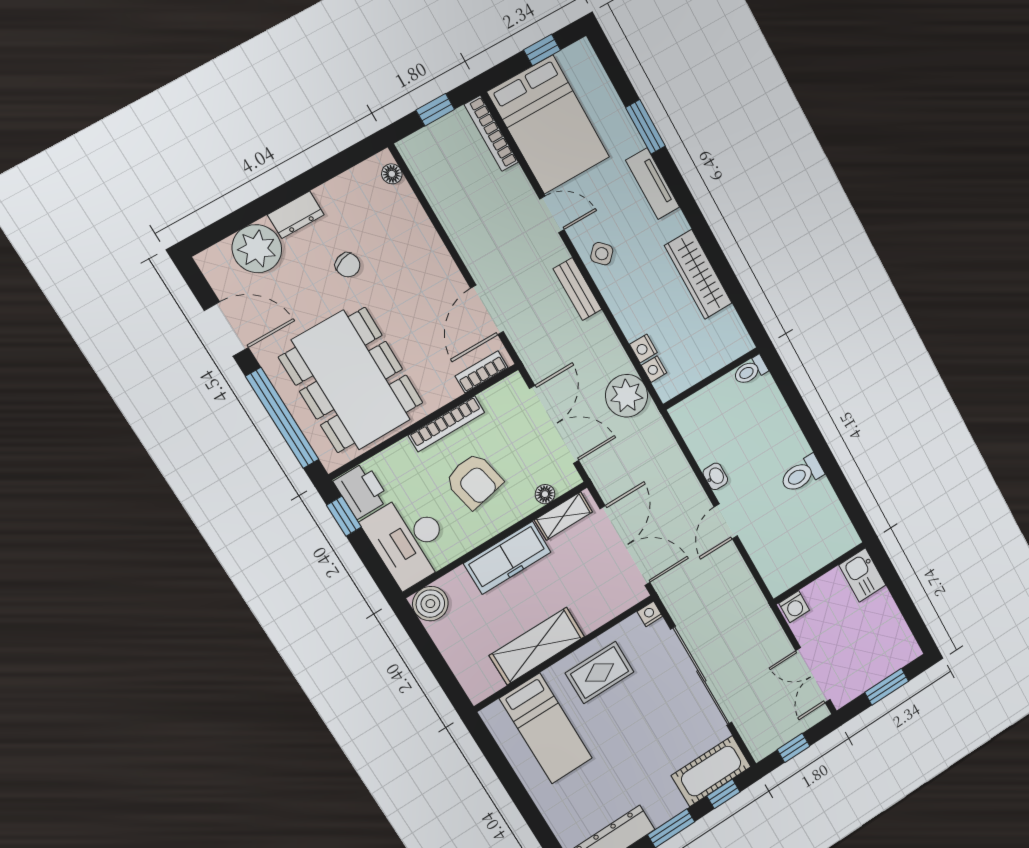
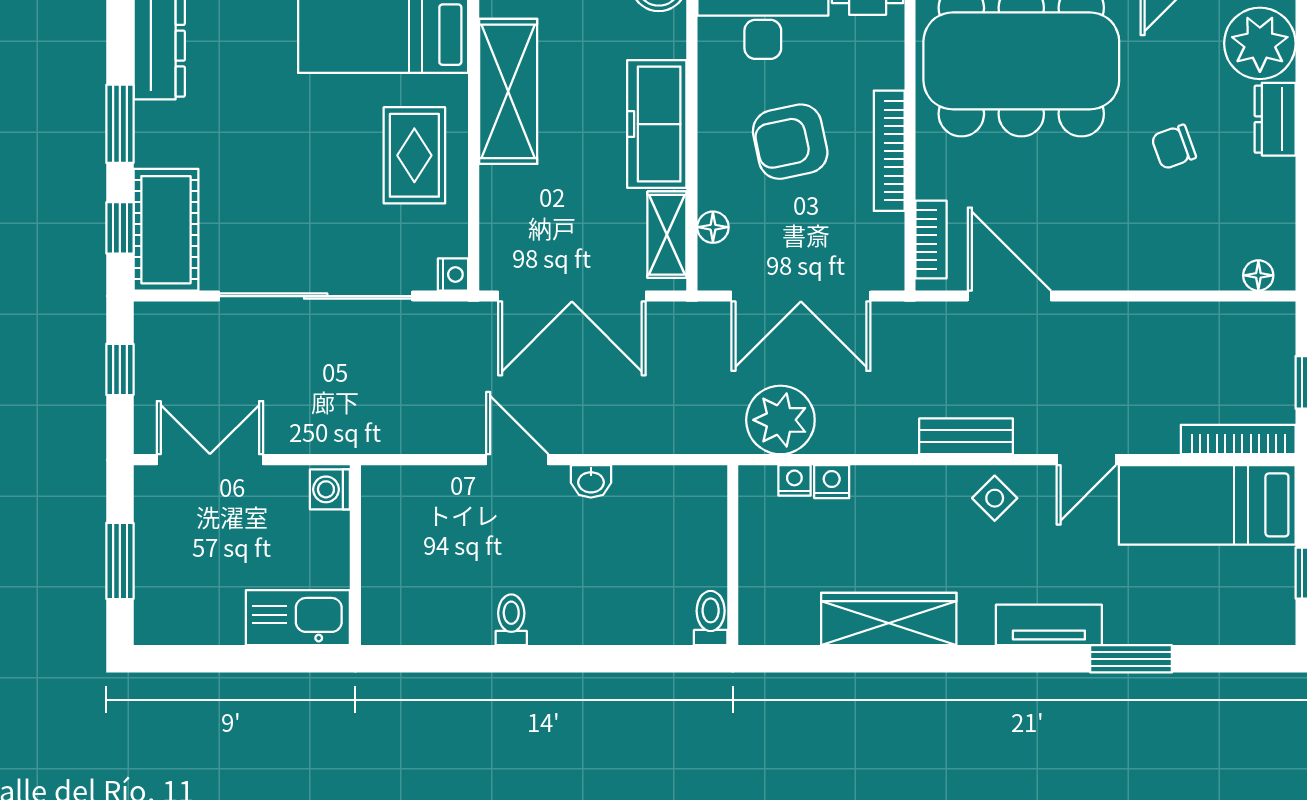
bed: (549, 125) -> (1207, 505), width x0.67
toilet: (802, 474) -> (511, 620), width x0.73, depth x0.72
kitchen sink: (862, 575) -> (298, 618), width x1.38

